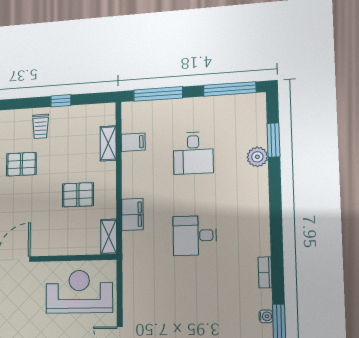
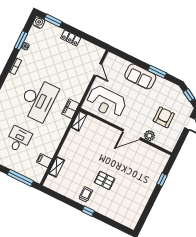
window: (61, 101) -> (88, 211), moved
pallet: (78, 195) -> (84, 149), removed
filing cabinet: (132, 214) -> (71, 109), moved
desk: (195, 236) -> (38, 100), width x1.87, depth x1.30

